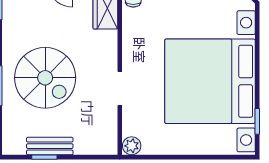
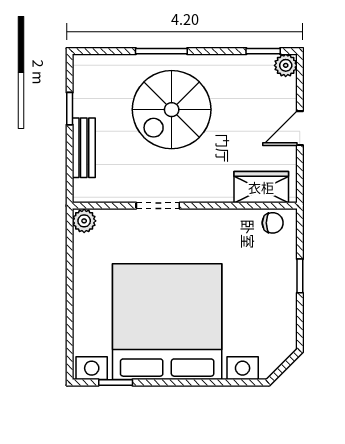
bench: (50, 146) -> (84, 148), moved

